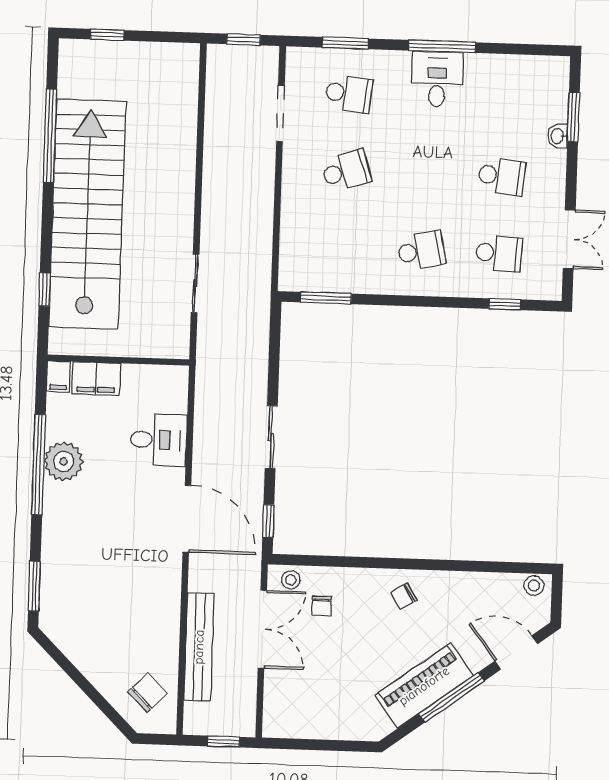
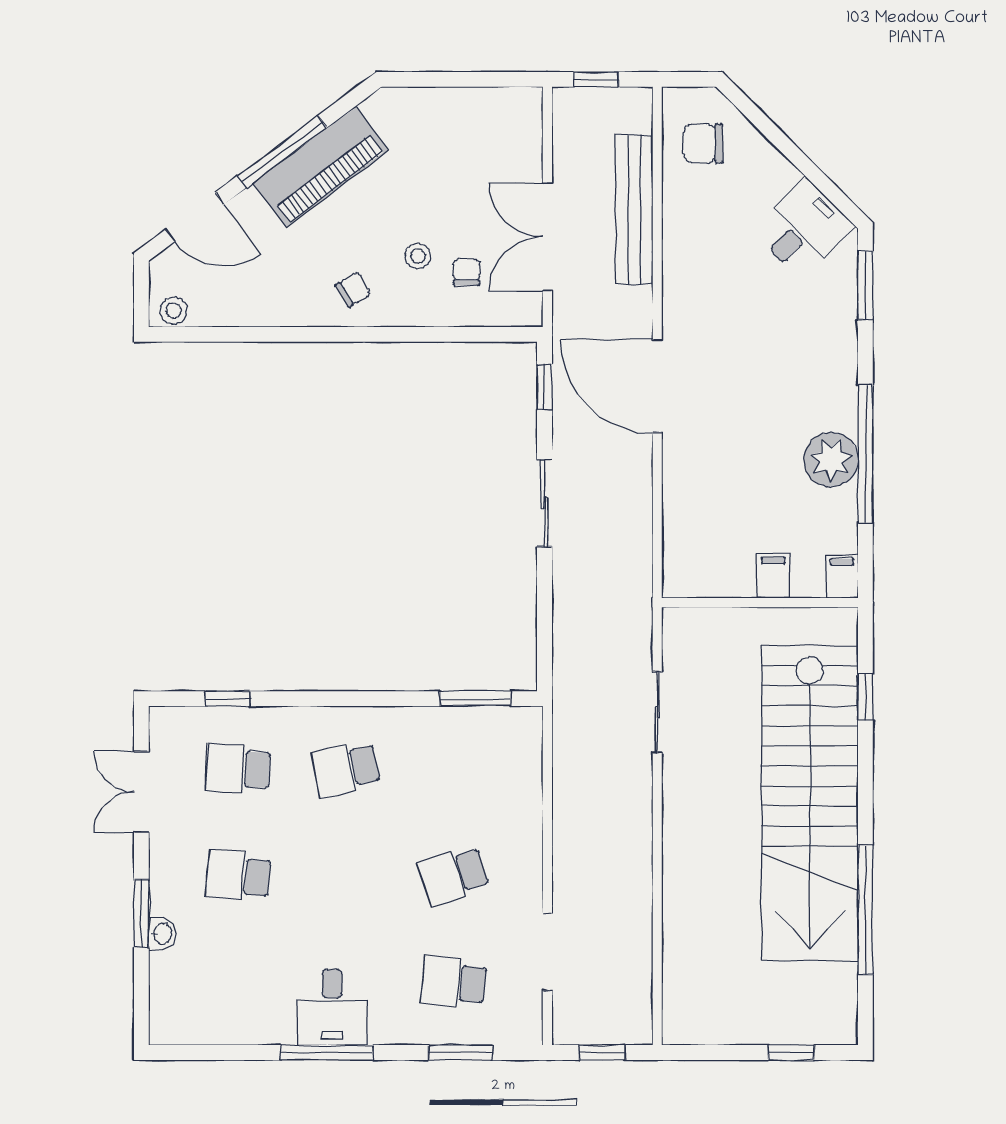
window: (573, 117) -> (141, 914), moved
filing cabinet: (96, 378) -> (773, 576), width x0.50
desk: (159, 440) -> (803, 229), moved, turned 135
stool: (291, 580) -> (418, 256), moved
chair: (148, 693) -> (703, 143), turned 45

